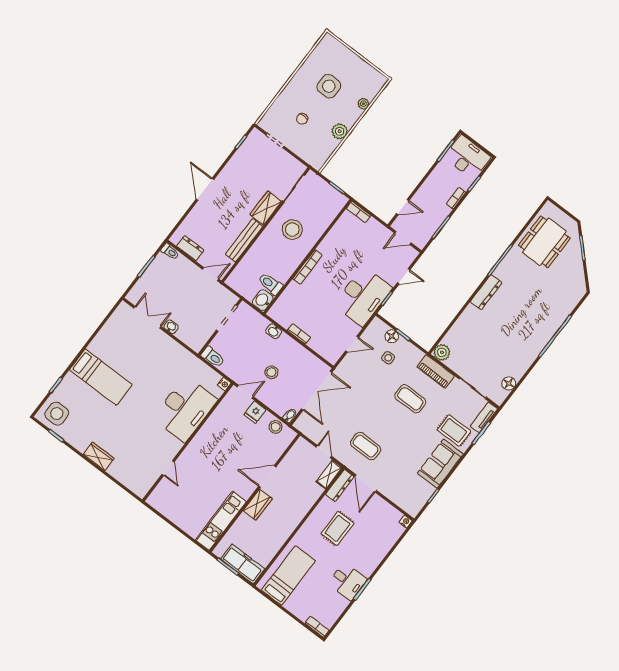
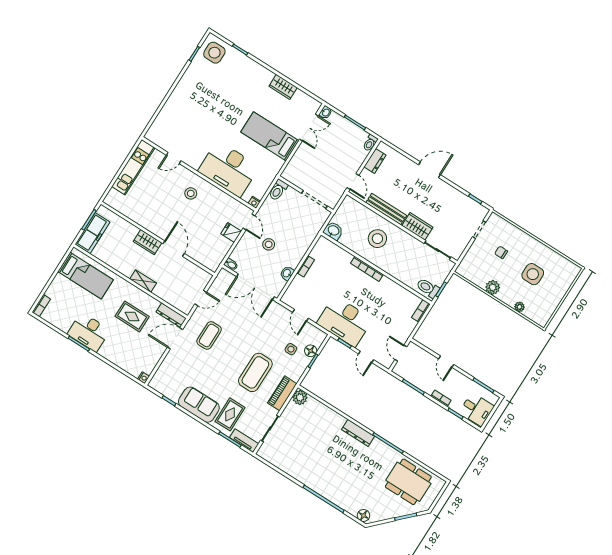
desk: (467, 157) -> (477, 409), width x0.73
door: (403, 207) -> (446, 362), moved
stool: (292, 229) -> (377, 239), moved
toilet: (270, 284) -> (428, 288), moved, turned -90
washbasin: (171, 327) -> (326, 112), moved
washbasin: (274, 331) -> (287, 273), moved
bed: (101, 377) -> (270, 136), moved, turned 90
floor lamp: (509, 384) -> (364, 515), moved
coffee table: (410, 399) -> (255, 372), width x1.36, depth x1.32
stool: (276, 427) -> (191, 193), moved
wardrobe: (99, 456) -> (283, 87), moved, turned 90
shelving: (329, 475) -> (143, 281), moved
kitchen unit: (221, 521) -> (133, 167), moved, turned 90
desk: (347, 581) -> (89, 332), width x1.37

